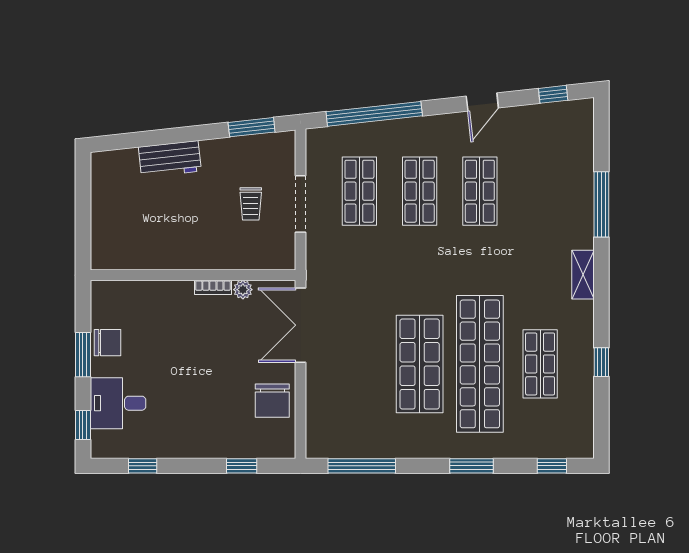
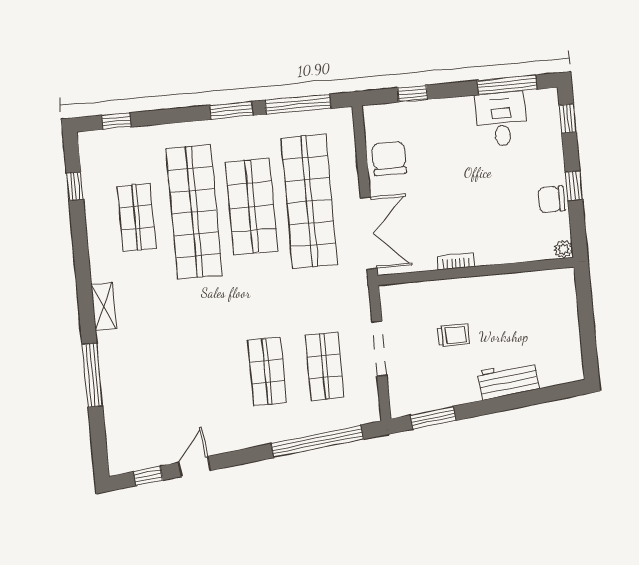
door: (482, 102) -> (194, 466), moved
shop shelf: (480, 191) -> (309, 201), moved, width x2.00, depth x1.36
trolley: (251, 204) -> (453, 335), moved, turned 90
plant: (243, 290) -> (563, 249), moved
window: (83, 355) -> (574, 186), width x0.67
window: (601, 362) -> (75, 186), moved
desk: (118, 403) -> (501, 119), moved, turned -90
window: (143, 466) -> (507, 85), width x2.17
window: (472, 466) -> (231, 110), moved

